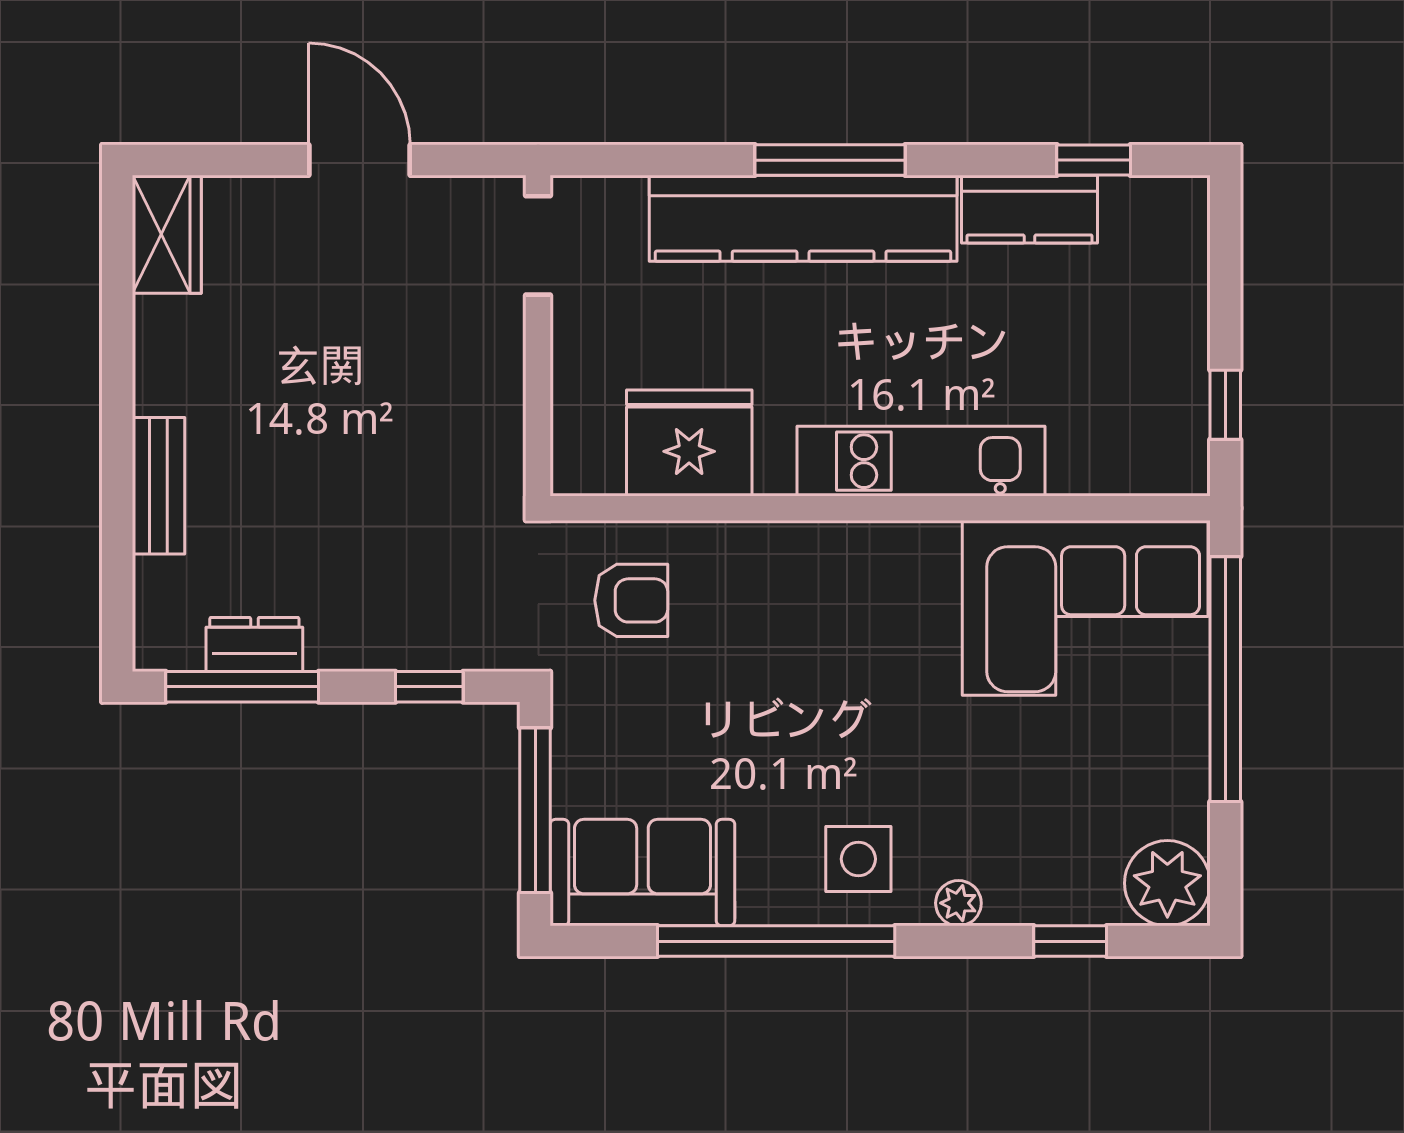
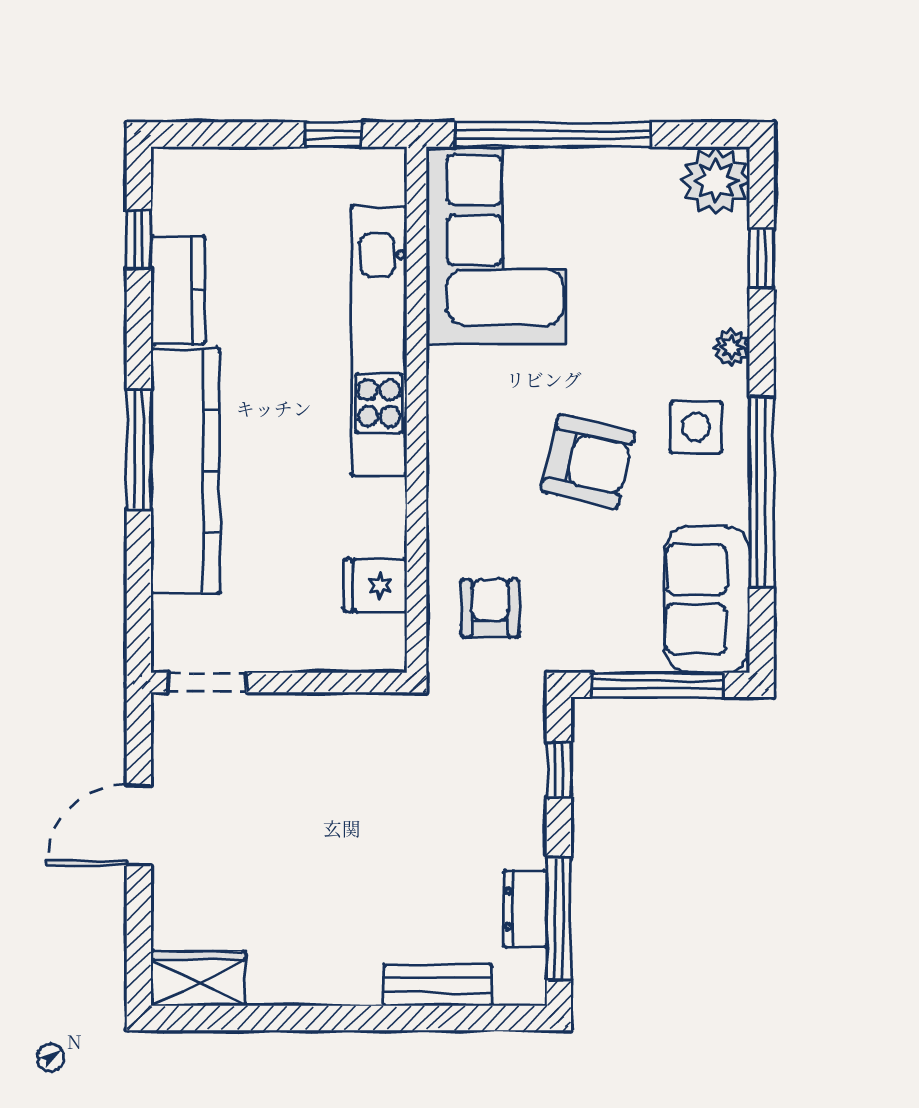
fridge: (689, 443) -> (375, 585), width x0.53, depth x0.75
kitchen unit: (921, 461) -> (379, 341), width x1.36
bench: (159, 486) -> (438, 985), moved
armchair: (815, 723) -> (588, 461), added

